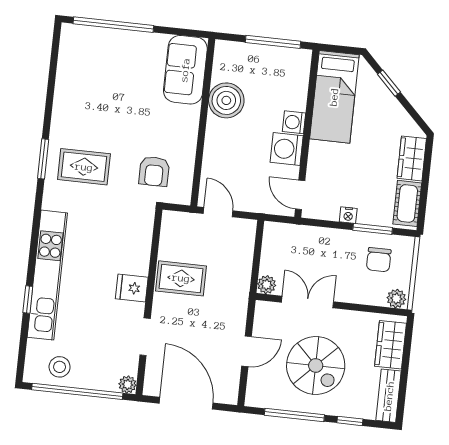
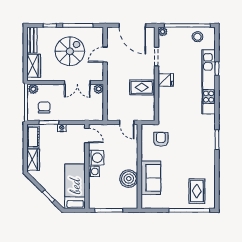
sofa: (185, 70) -> (151, 178), moved
rug: (84, 167) -> (197, 191), moved, turned 90
spiral stairs: (316, 365) -> (70, 51), turned 90

